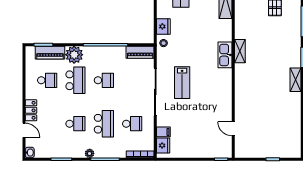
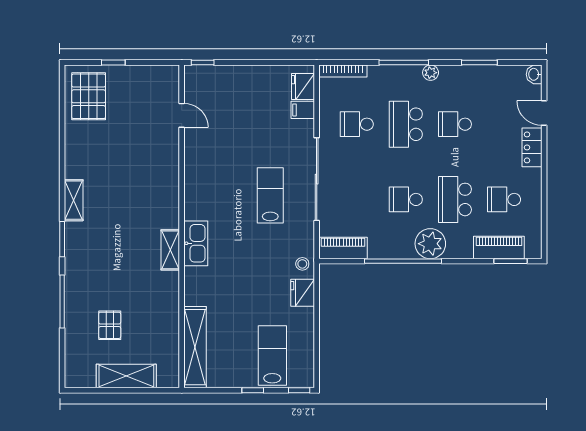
plant: (74, 55) -> (430, 244), moved
pallet: (287, 140) -> (89, 96), added

